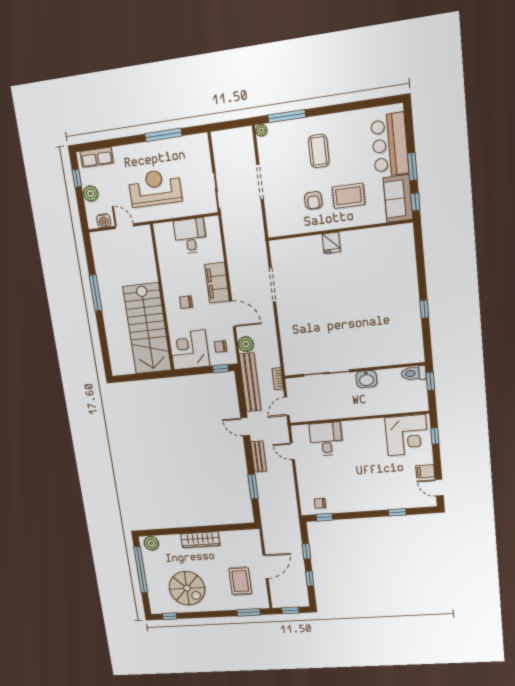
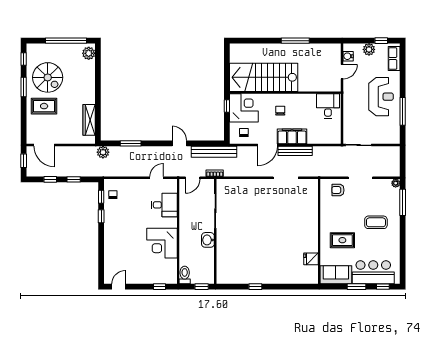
reception desk: (155, 188) -> (381, 97), moved
rug: (349, 196) -> (342, 240), turned 90
armchair: (313, 200) -> (338, 190), moved
window: (415, 202) -> (383, 287), moved
desk: (190, 236) -> (328, 106), moved, turned -90
fridge: (331, 243) -> (311, 259), moved
plant: (246, 344) -> (103, 152), moved
window: (221, 369) -> (227, 106), moved
toilet: (414, 373) -> (185, 275), moved
door: (287, 406) -> (193, 178), swing flipped
door: (245, 427) -> (179, 143), hinge flipped
corner desk: (407, 435) -> (162, 243), moved
bench: (259, 457) -> (295, 151), moved, width x1.36
filing cabinet: (425, 471) -> (132, 277), removed
window: (397, 512) -> (101, 216), moved
wardrobe: (200, 540) -> (89, 120), moved
door: (266, 567) -> (44, 145), moved
rug: (240, 581) -> (44, 106), moved
spiral stairs: (187, 588) -> (48, 77), turned -90
window: (249, 612) -> (24, 87), moved

